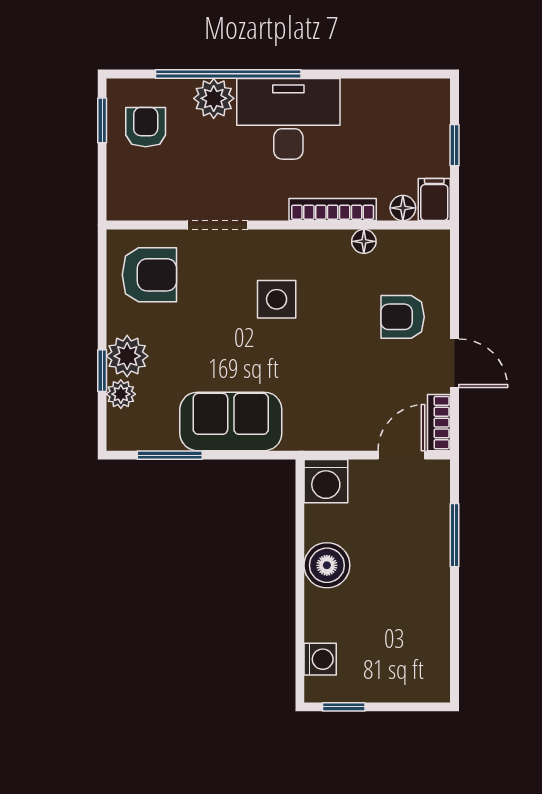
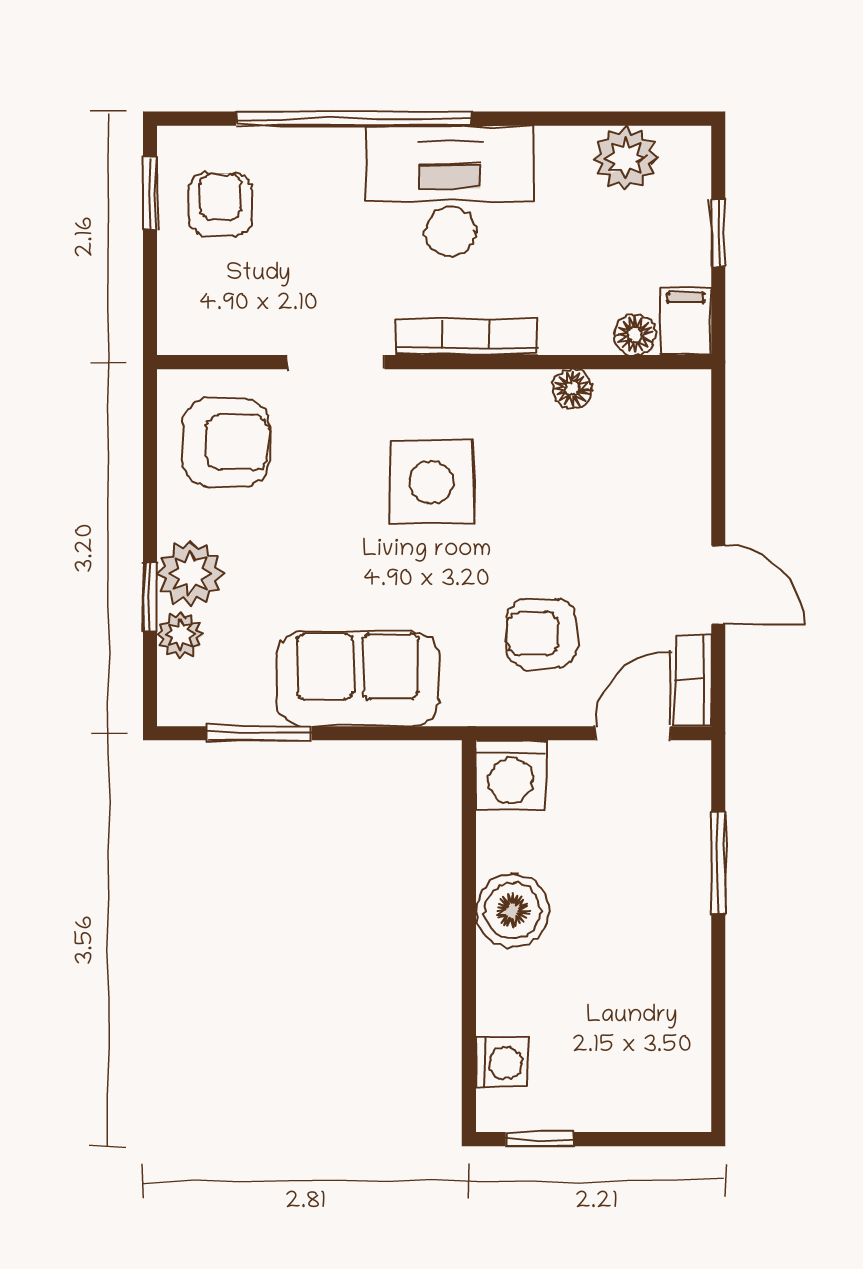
plant: (214, 98) -> (626, 158), moved
bookcase: (333, 210) -> (466, 337), moved
side table: (277, 299) -> (431, 482), width x1.37, depth x1.37
armchair: (403, 317) -> (541, 634), moved

